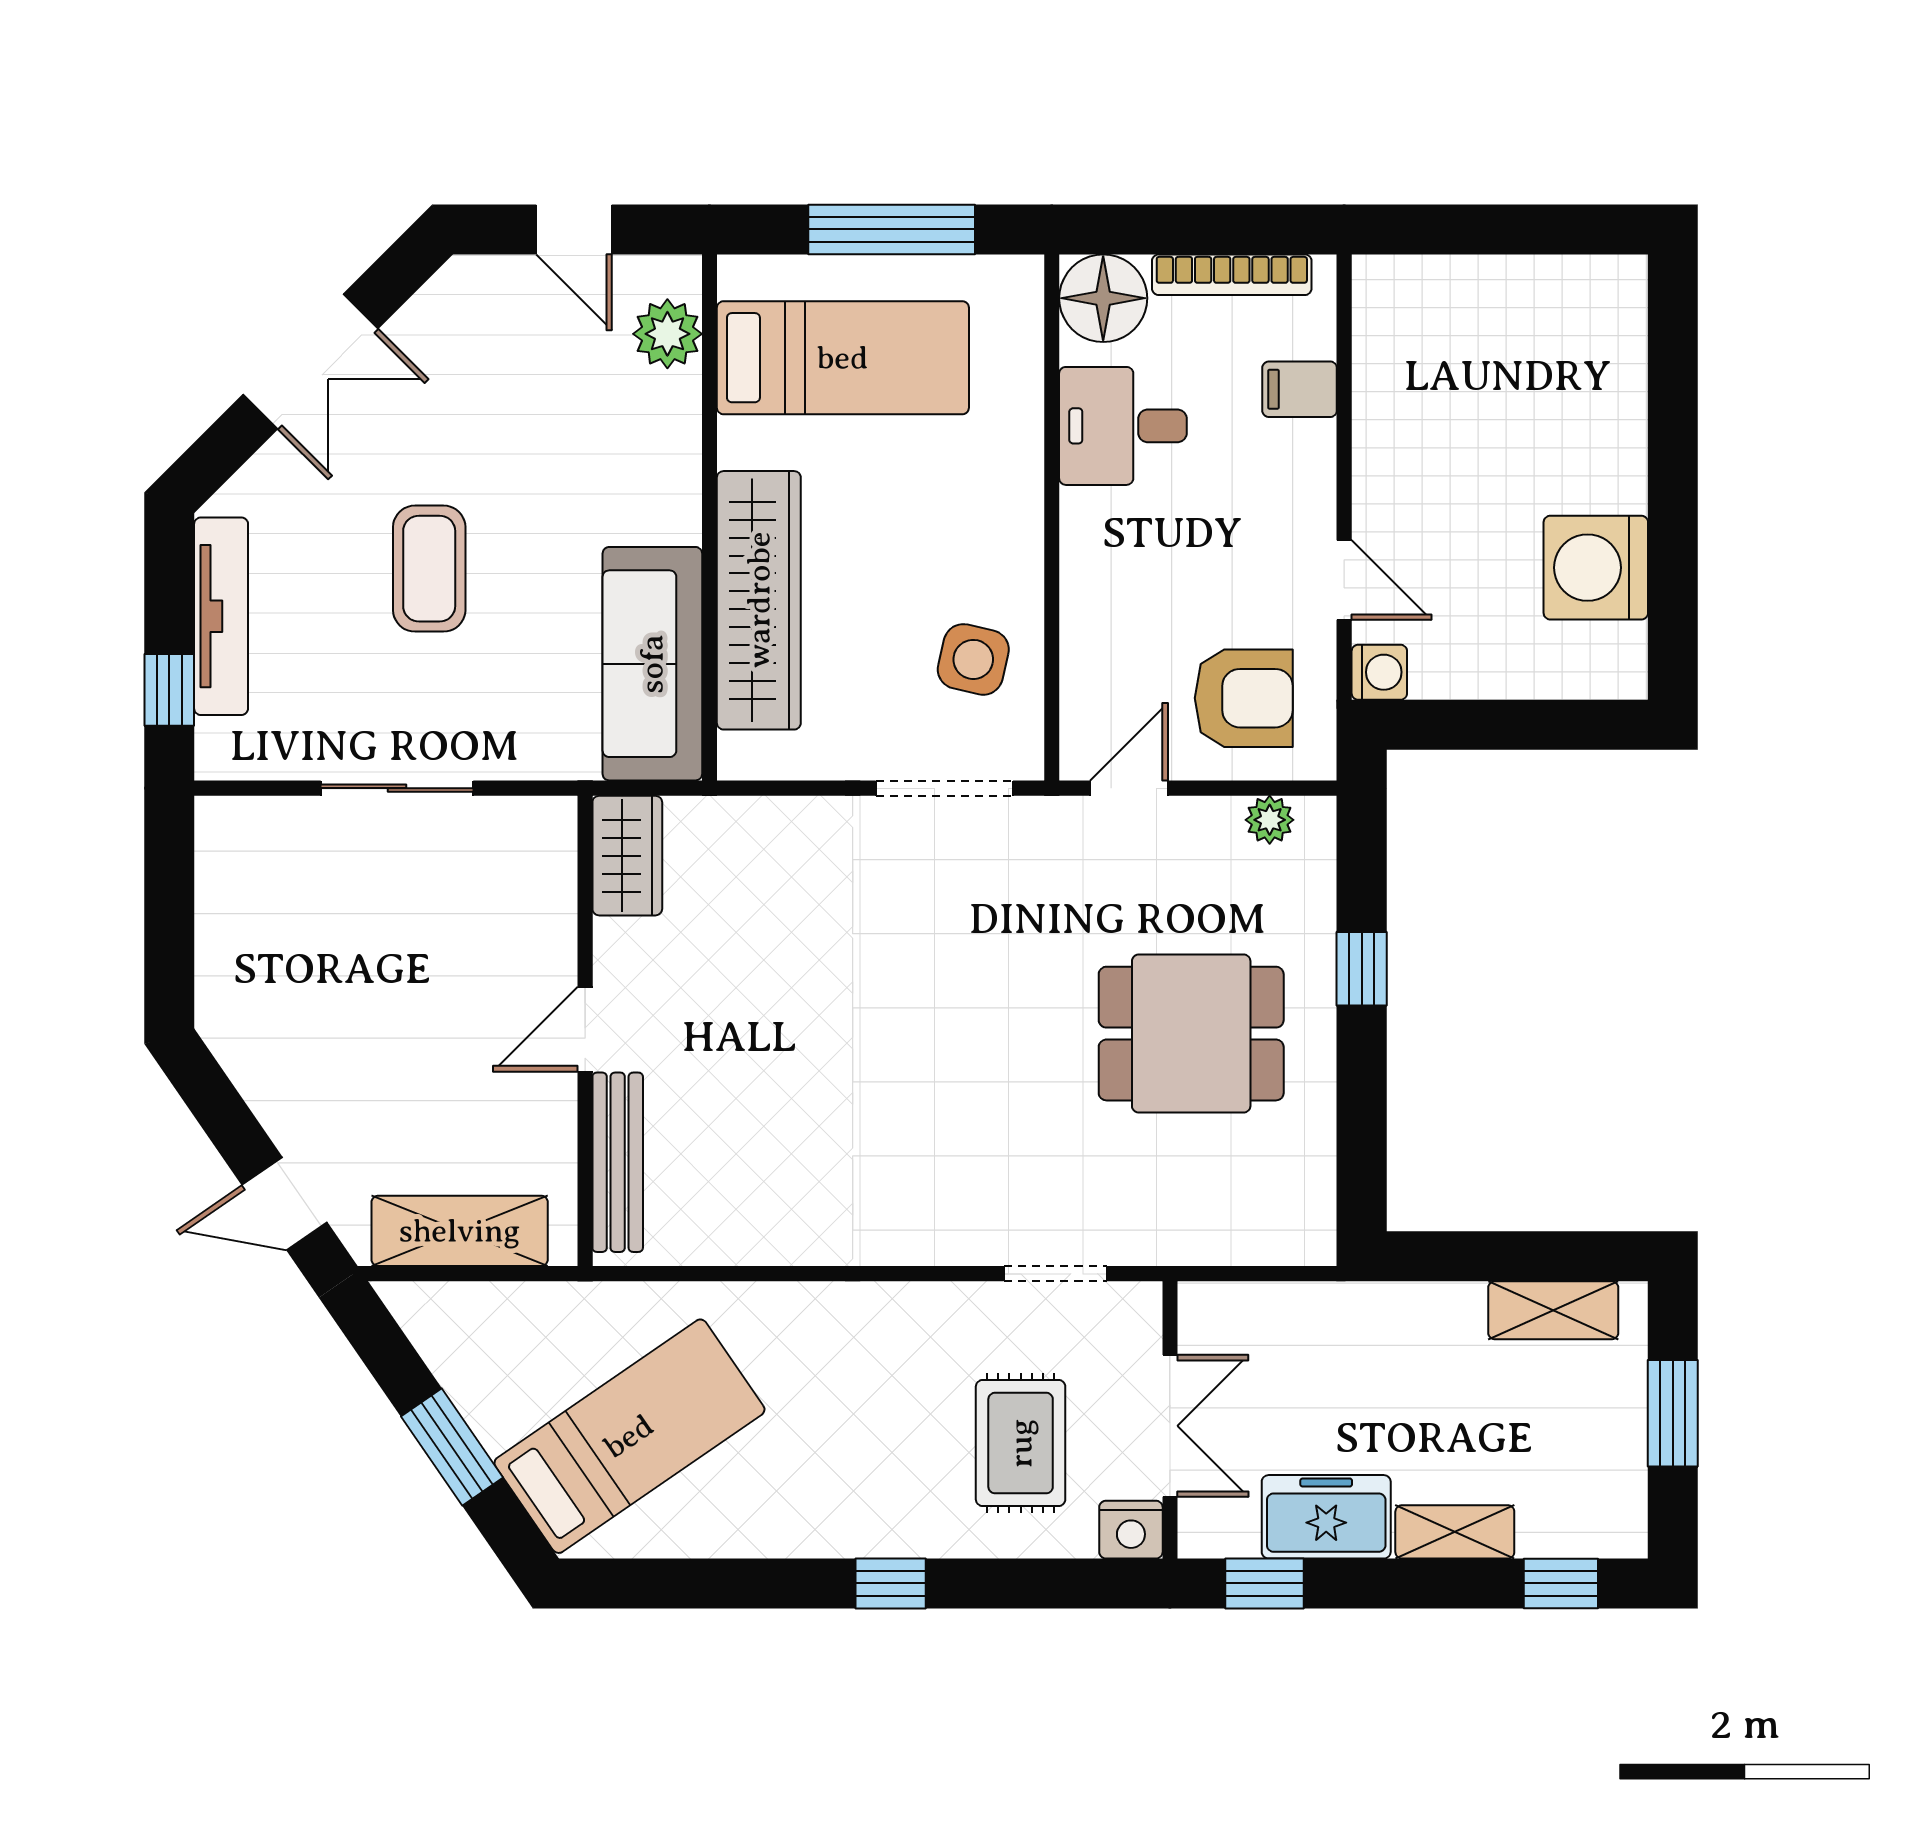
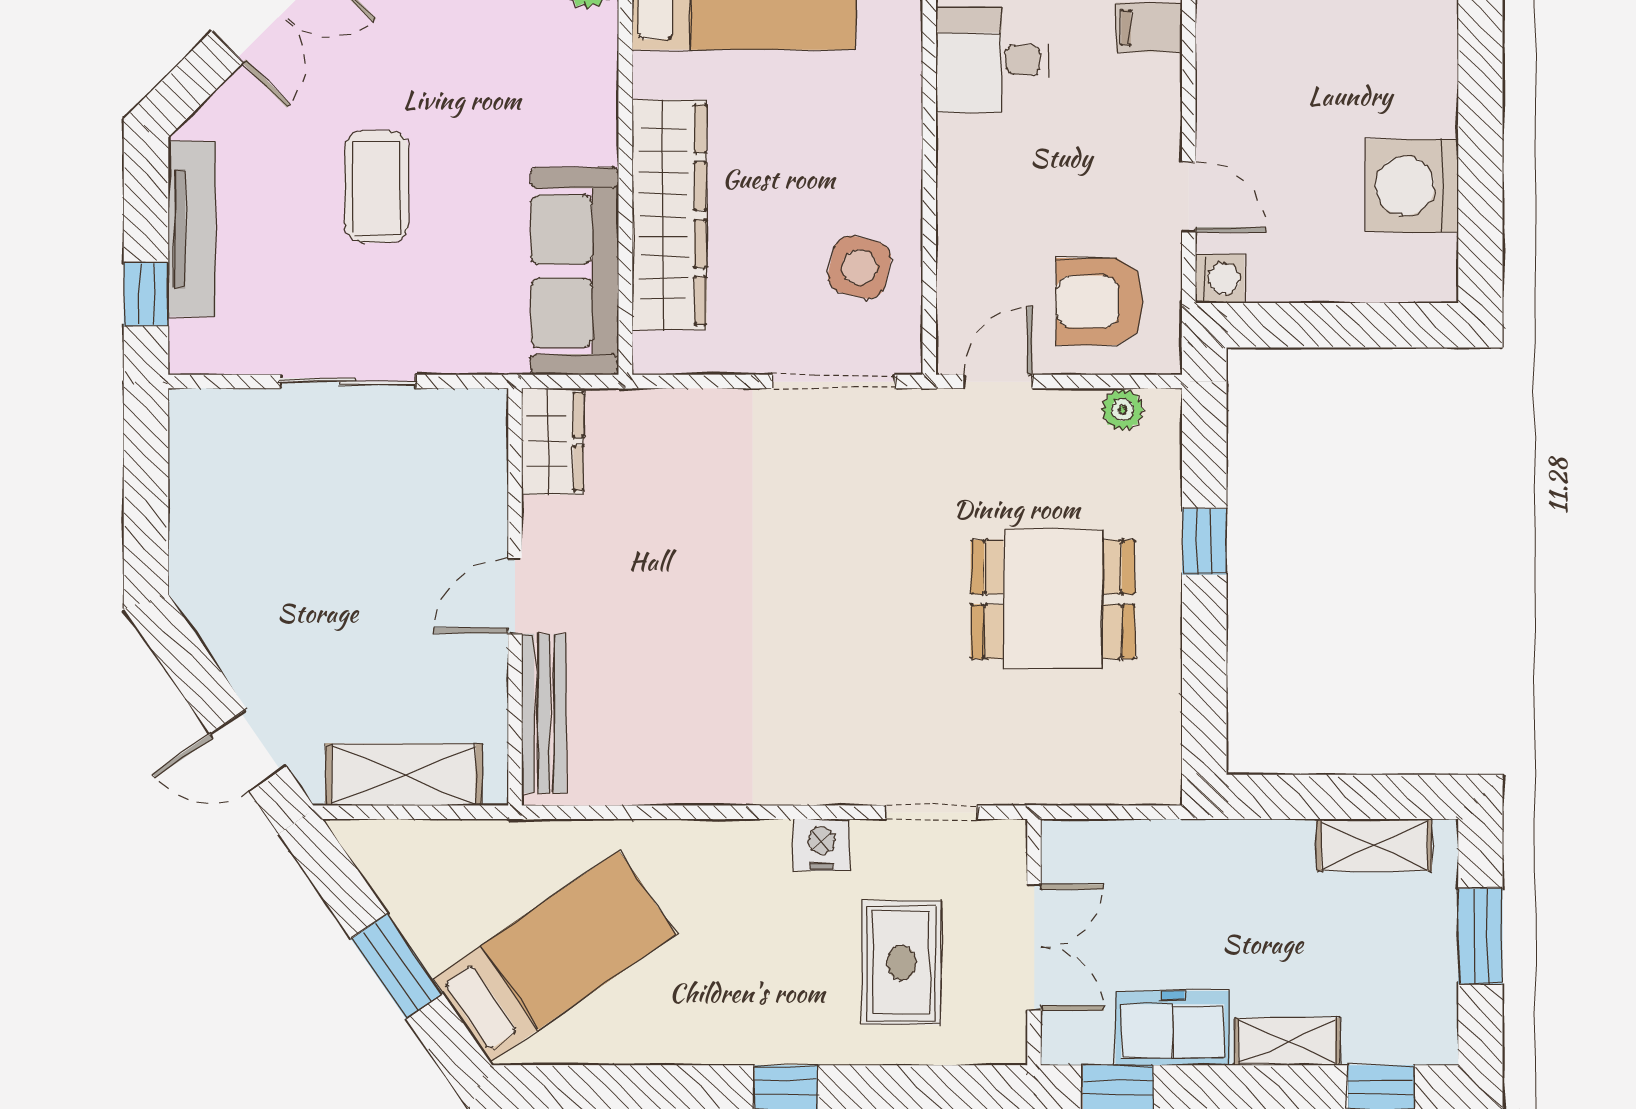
armchair: (1244, 698) -> (1100, 302), turned 180
nightstand: (1131, 1530) -> (821, 845), moved, turned 180

